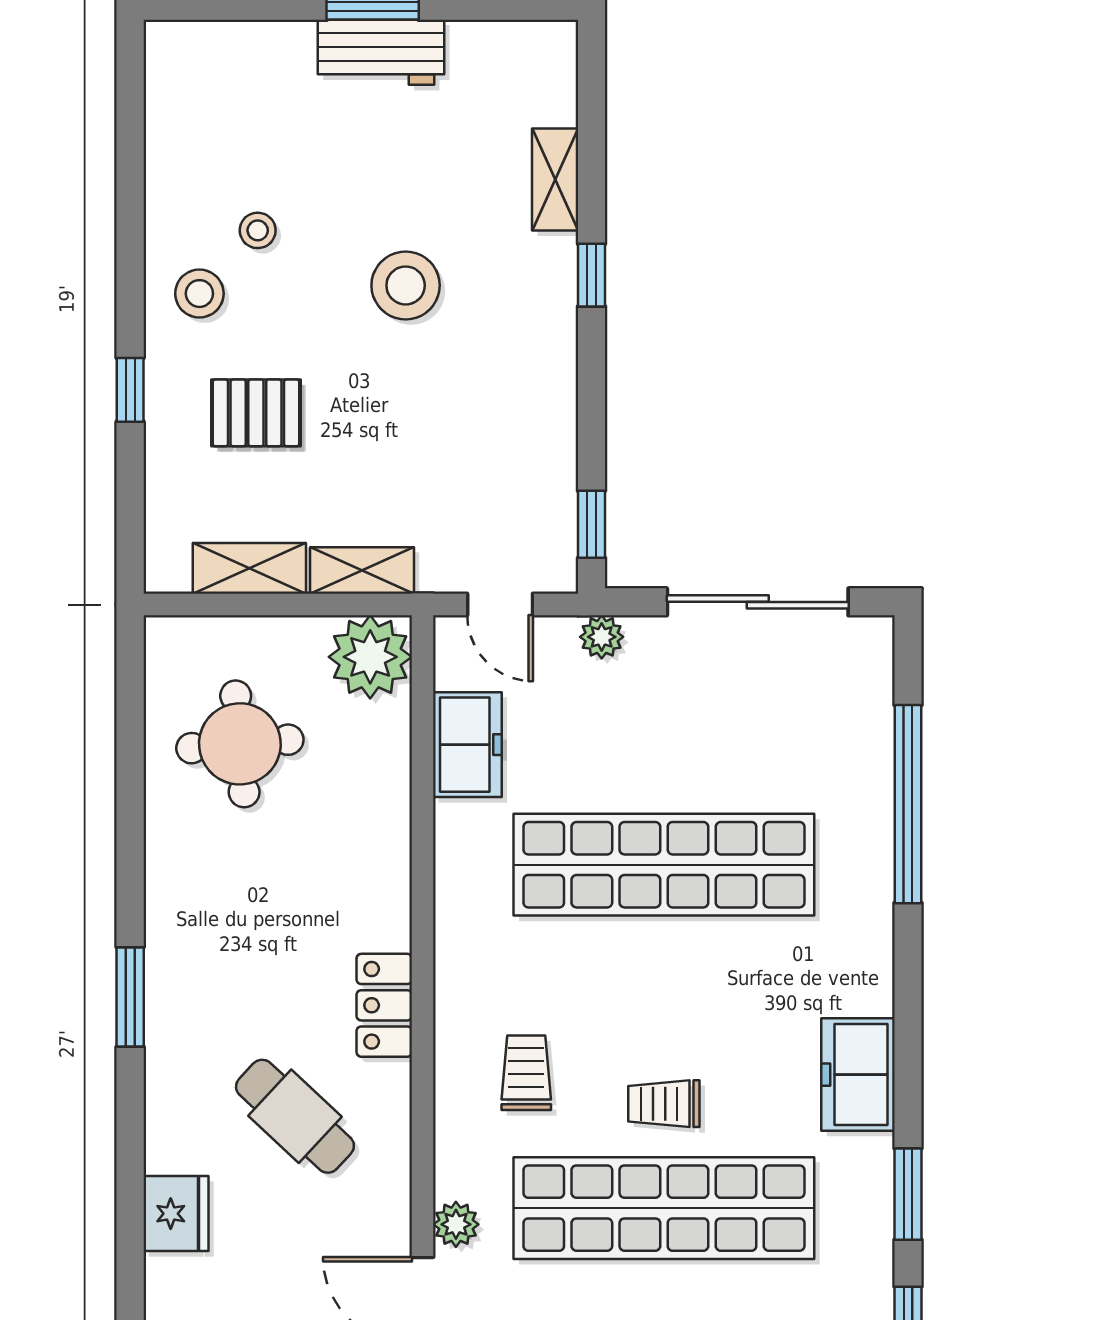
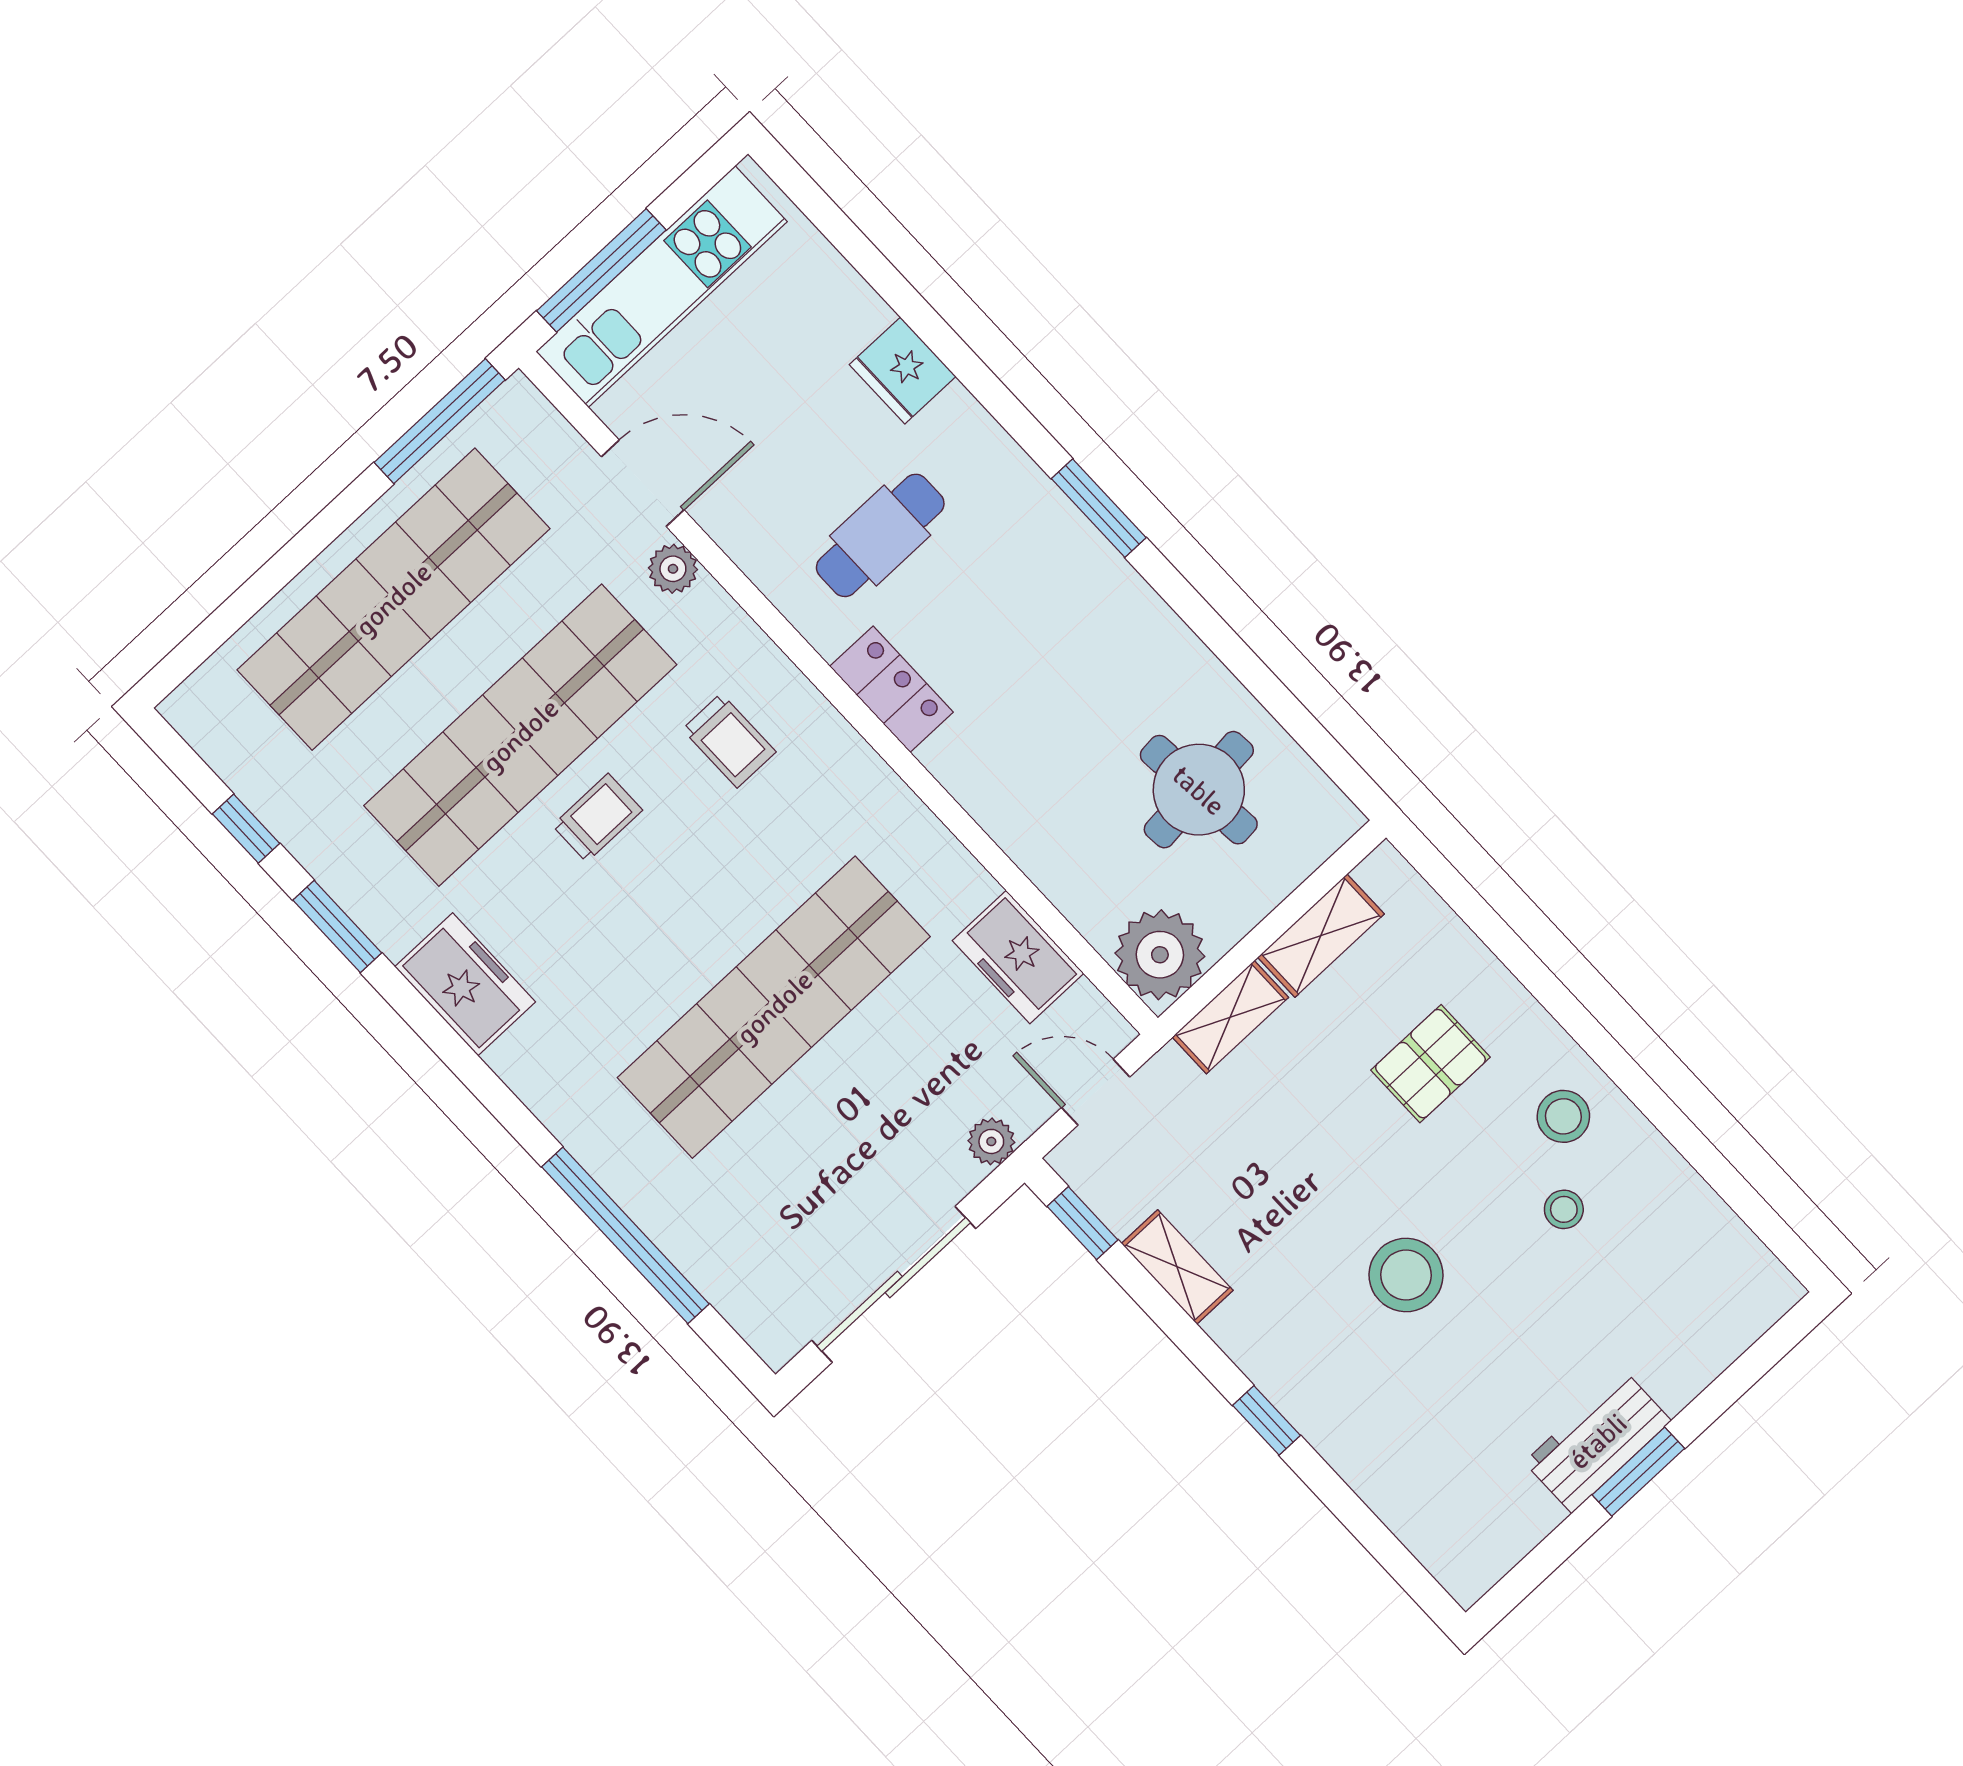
shelving: (555, 180) -> (1177, 1267), moved
window: (130, 390) -> (1547, 989), removed
cafe table: (295, 1116) -> (880, 535), turned -43

